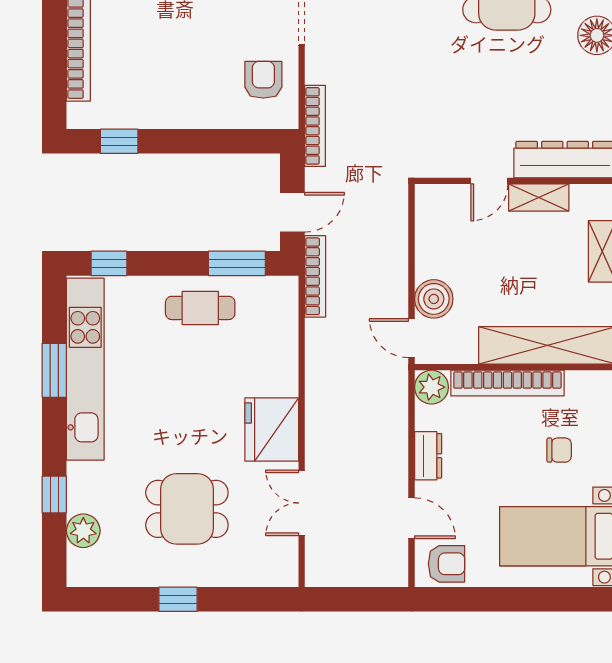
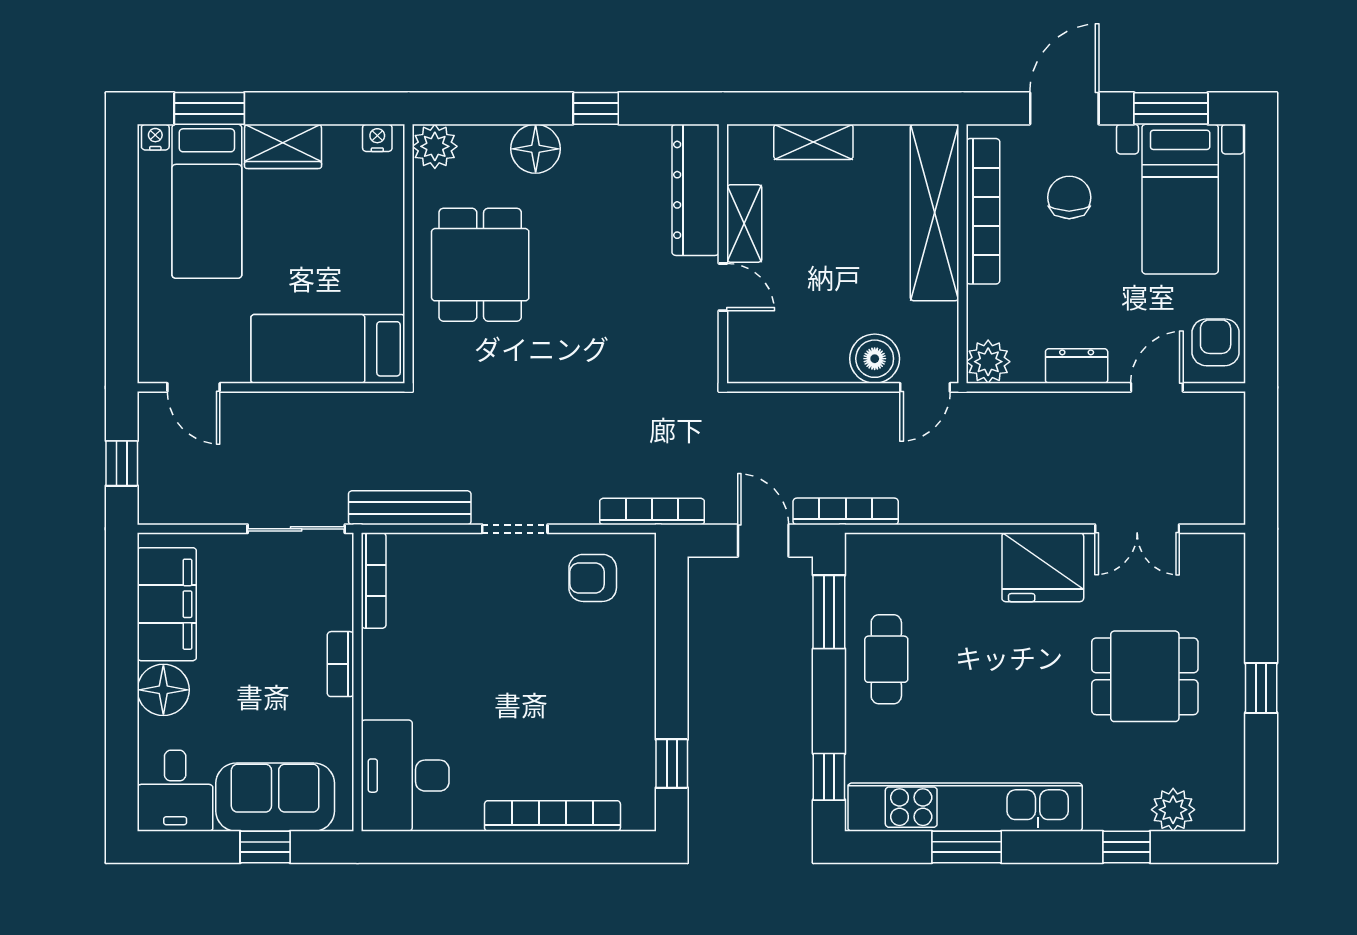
bookcase: (507, 383) -> (983, 211), moved
chair: (559, 450) -> (1069, 197), width x1.37, depth x1.37
dining table: (187, 509) -> (1145, 676), turned 90

